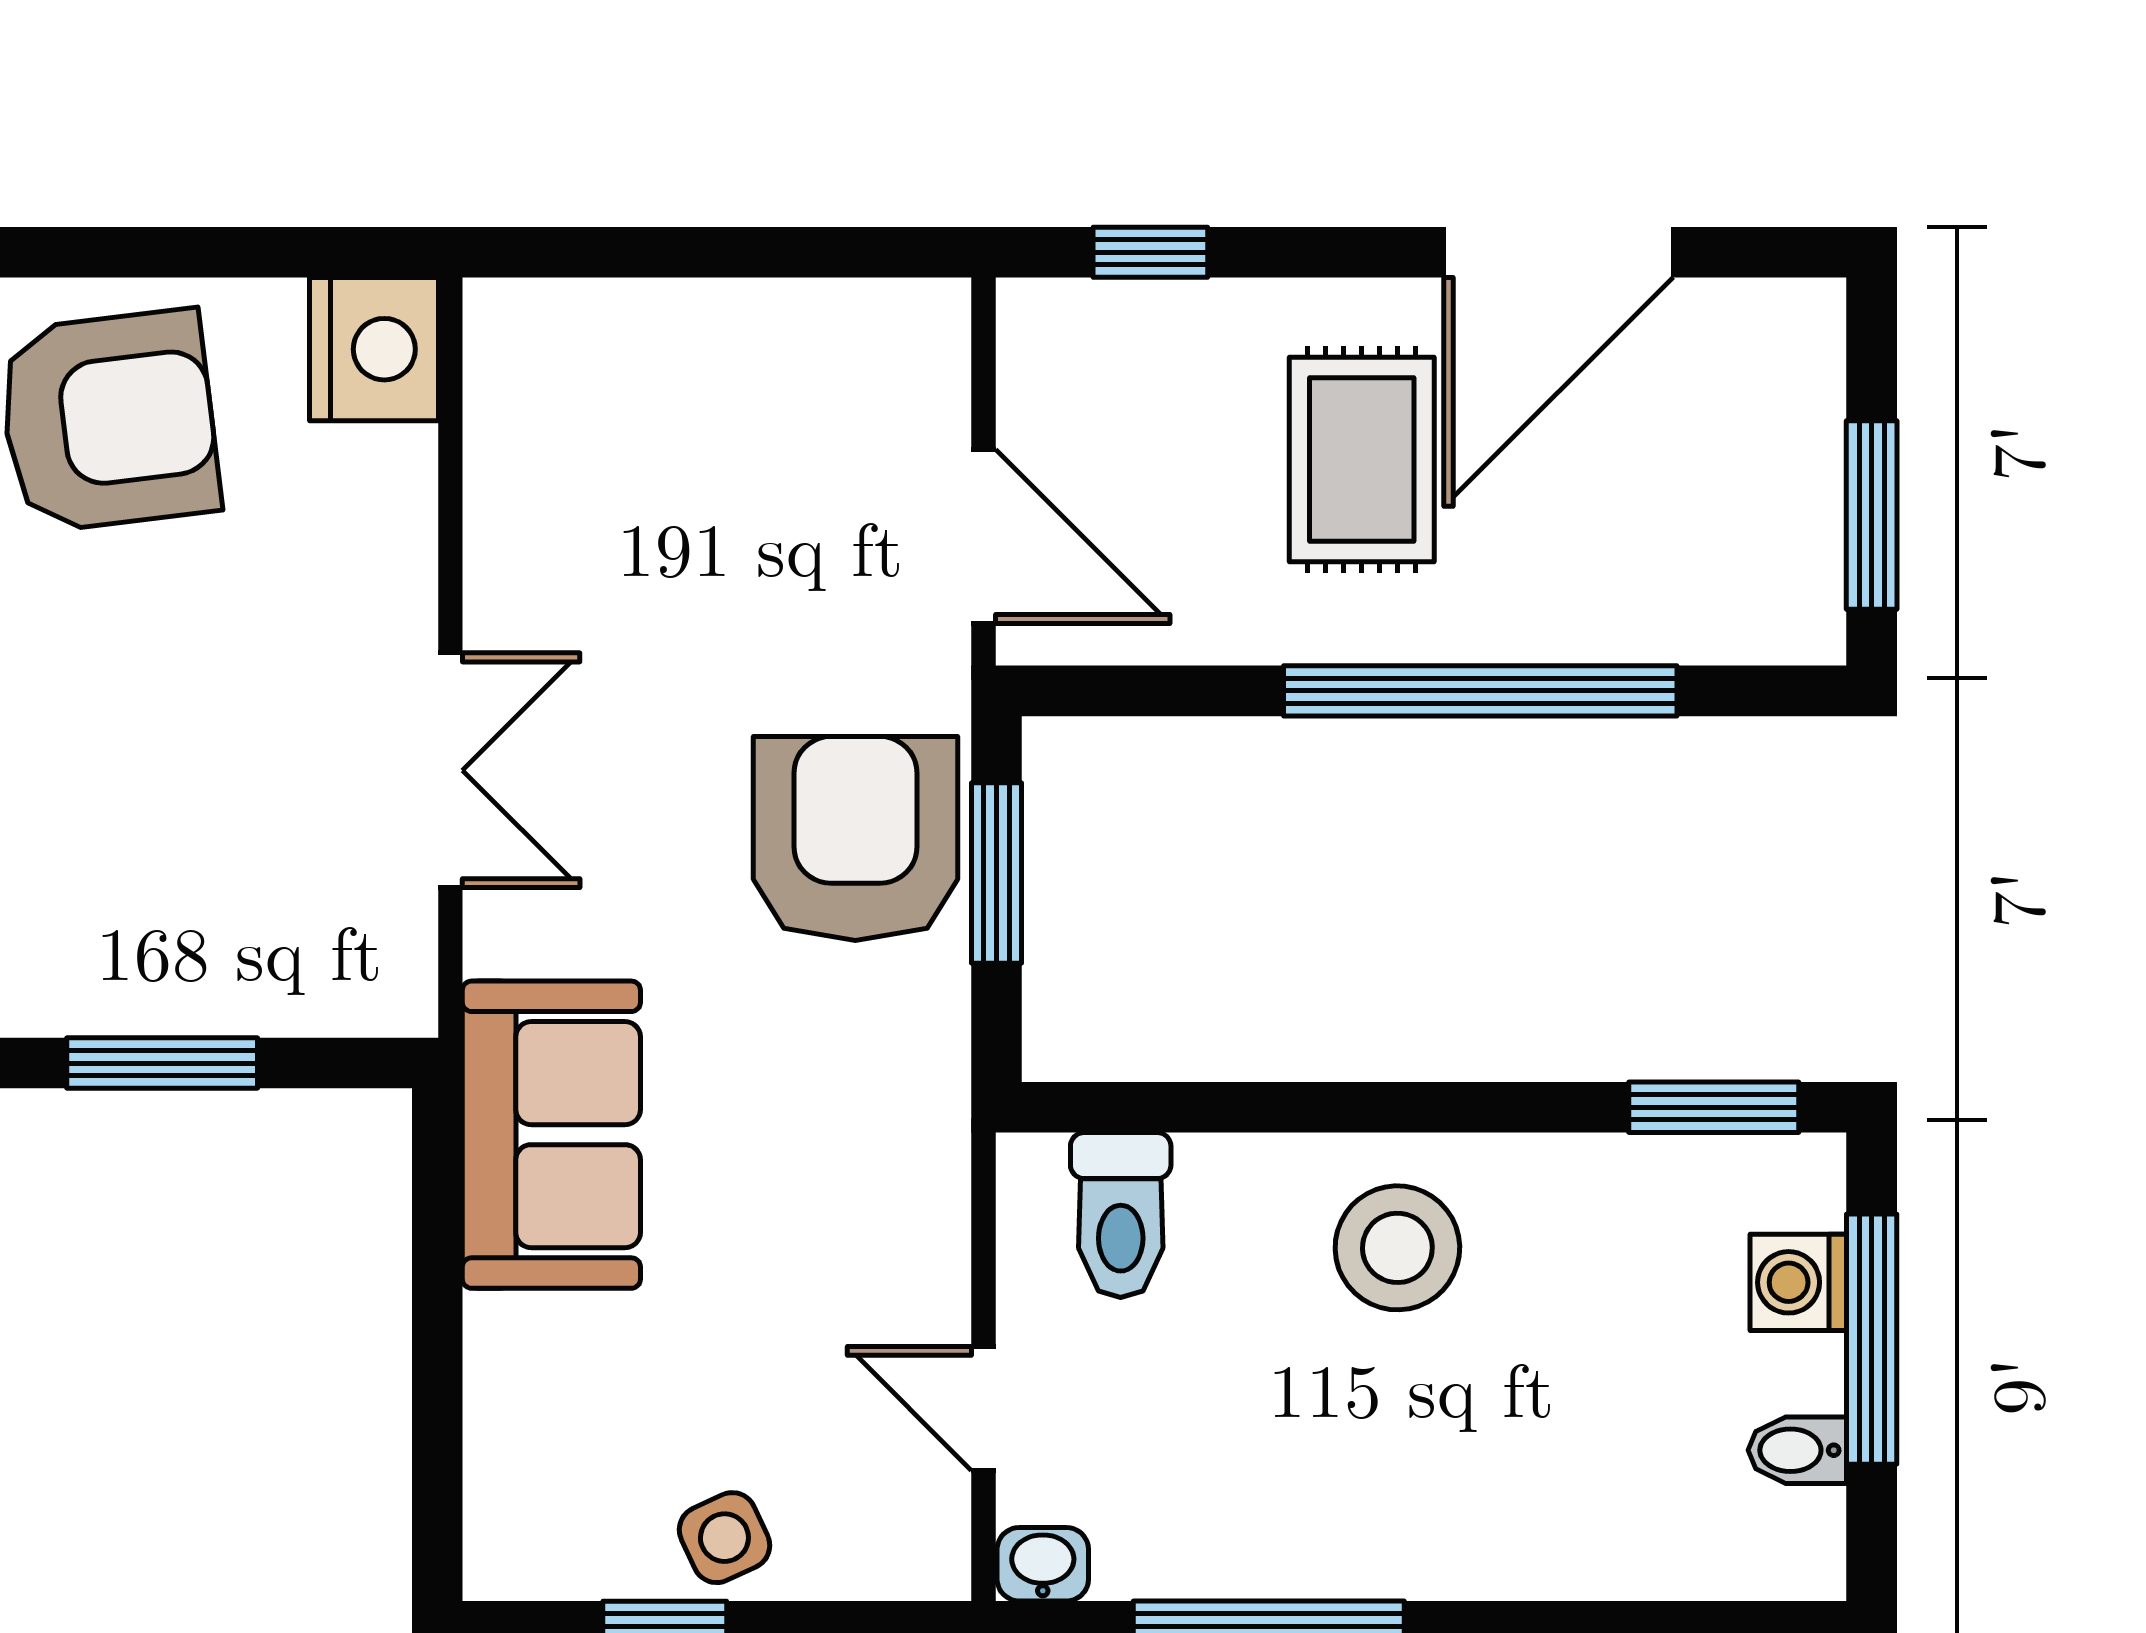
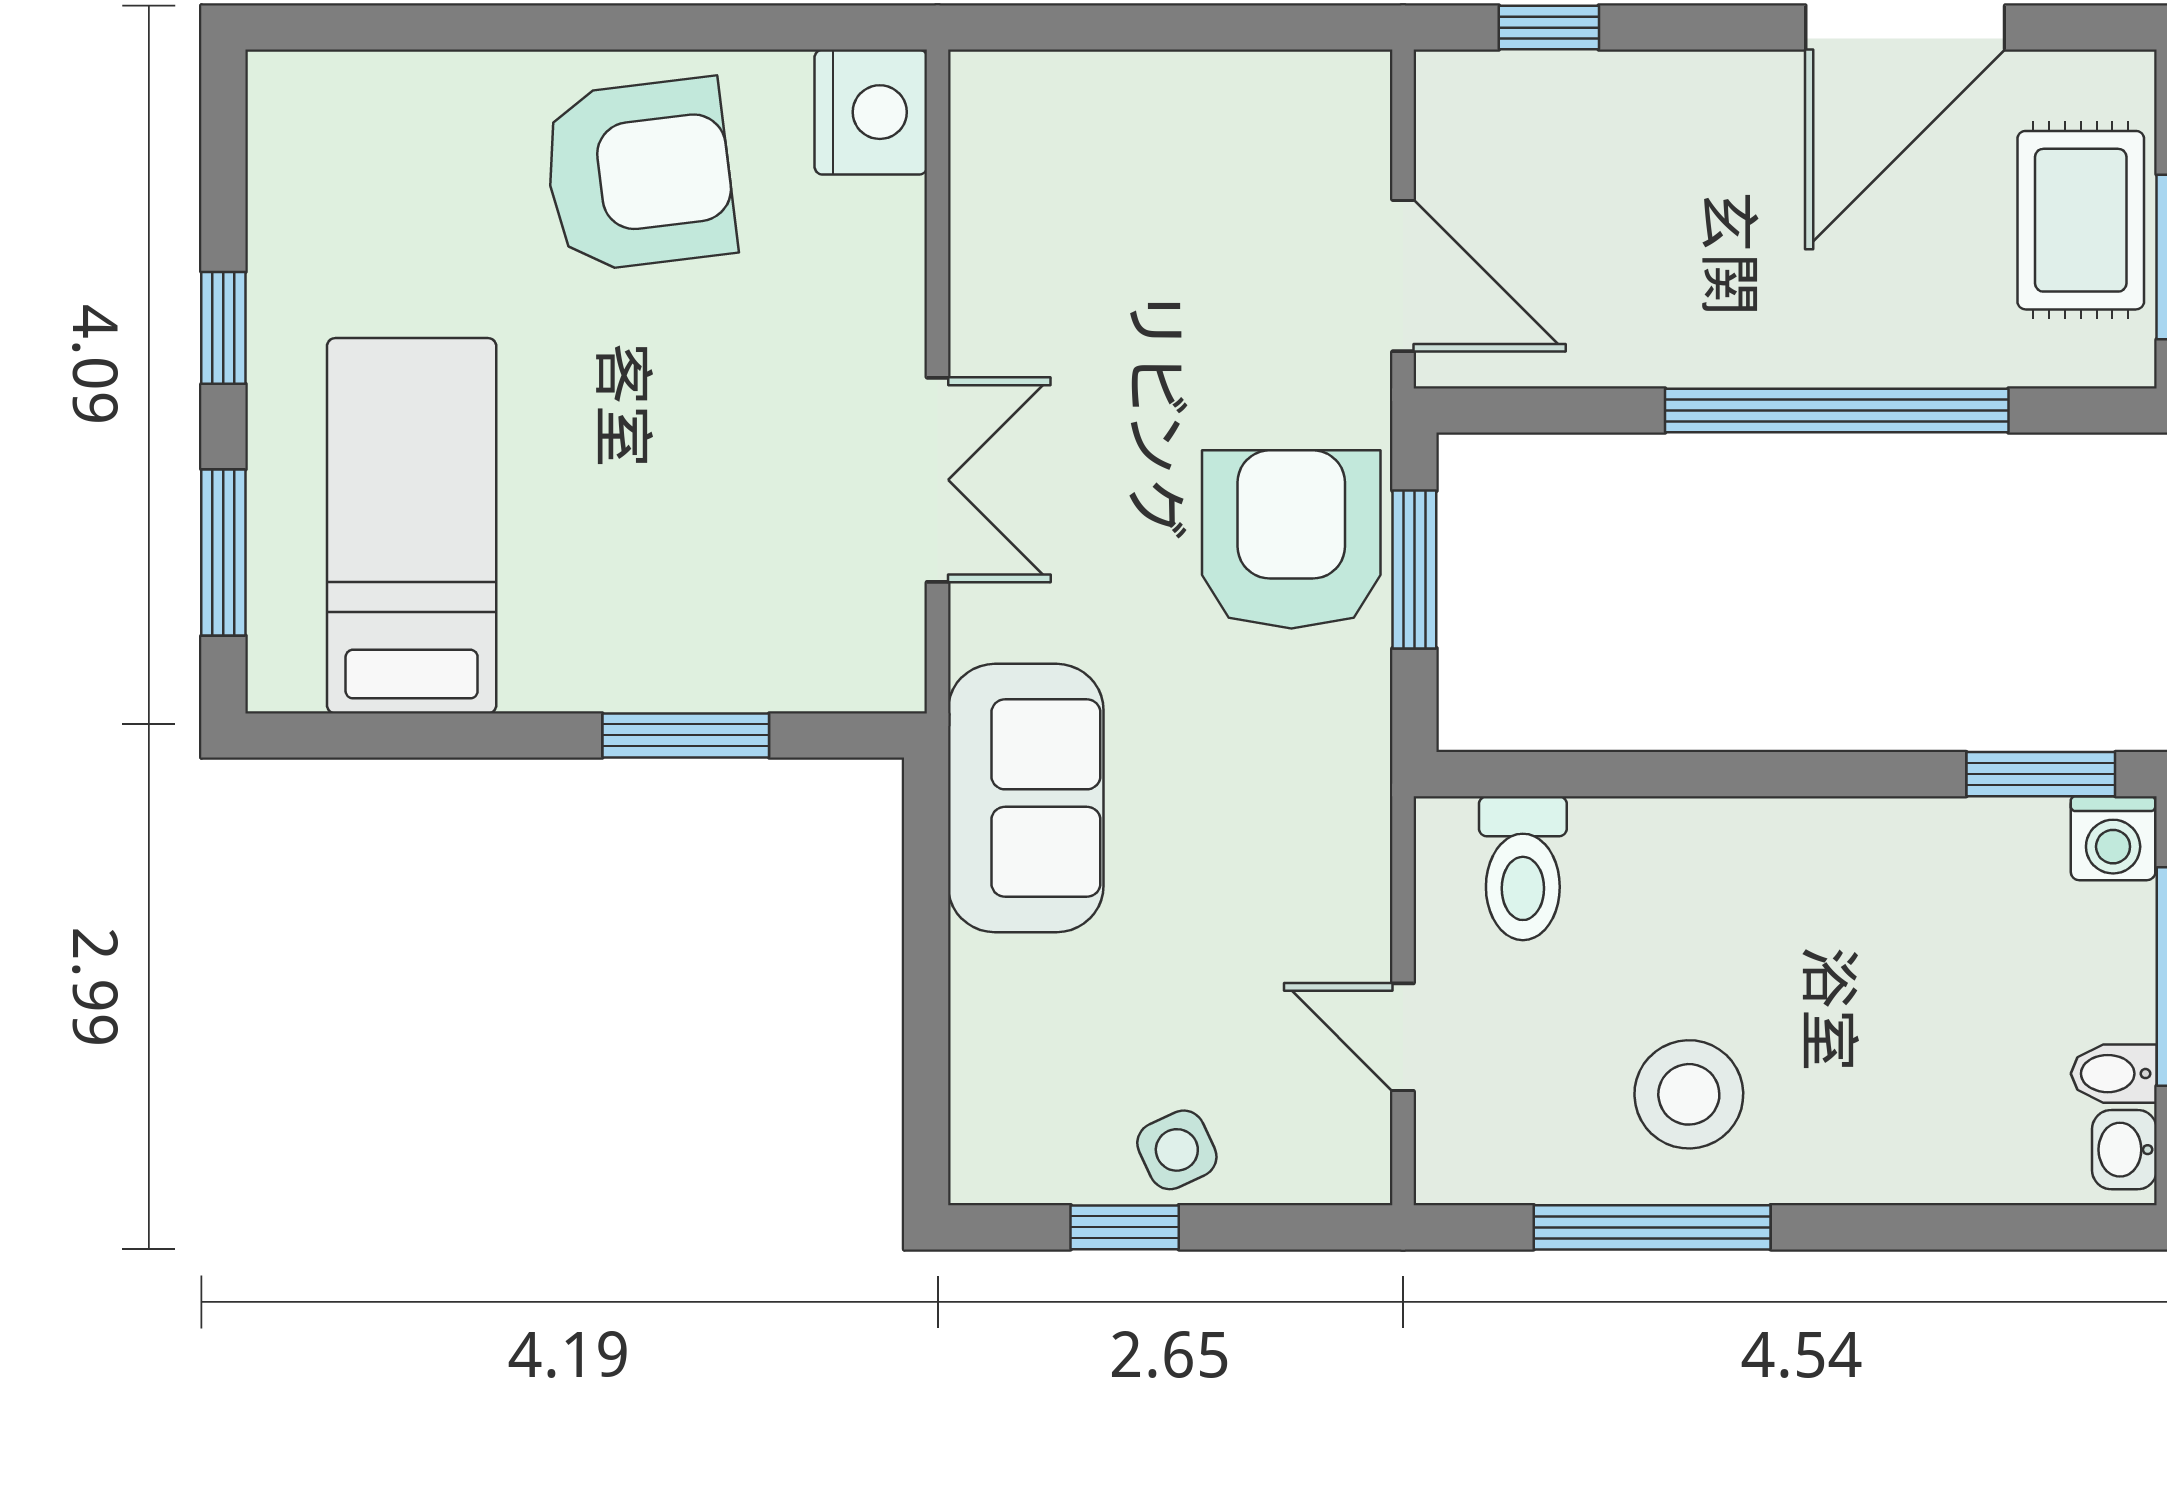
rug: (1362, 459) -> (2081, 220), moved
stool: (1397, 1248) -> (1689, 1094), moved
washing machine: (1798, 1282) -> (2113, 838), moved, turned -90
washbasin: (1043, 1564) -> (2124, 1150), moved, turned -90

